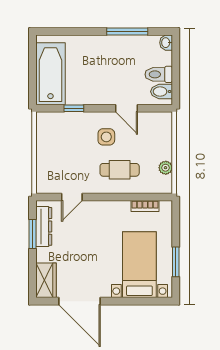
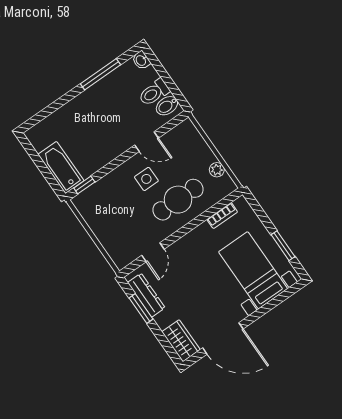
bathtub: (50, 74) -> (61, 167), width x0.73, depth x0.73
window: (74, 108) -> (84, 185), moved
cafe table: (120, 170) -> (178, 200), width x1.37, depth x1.35

